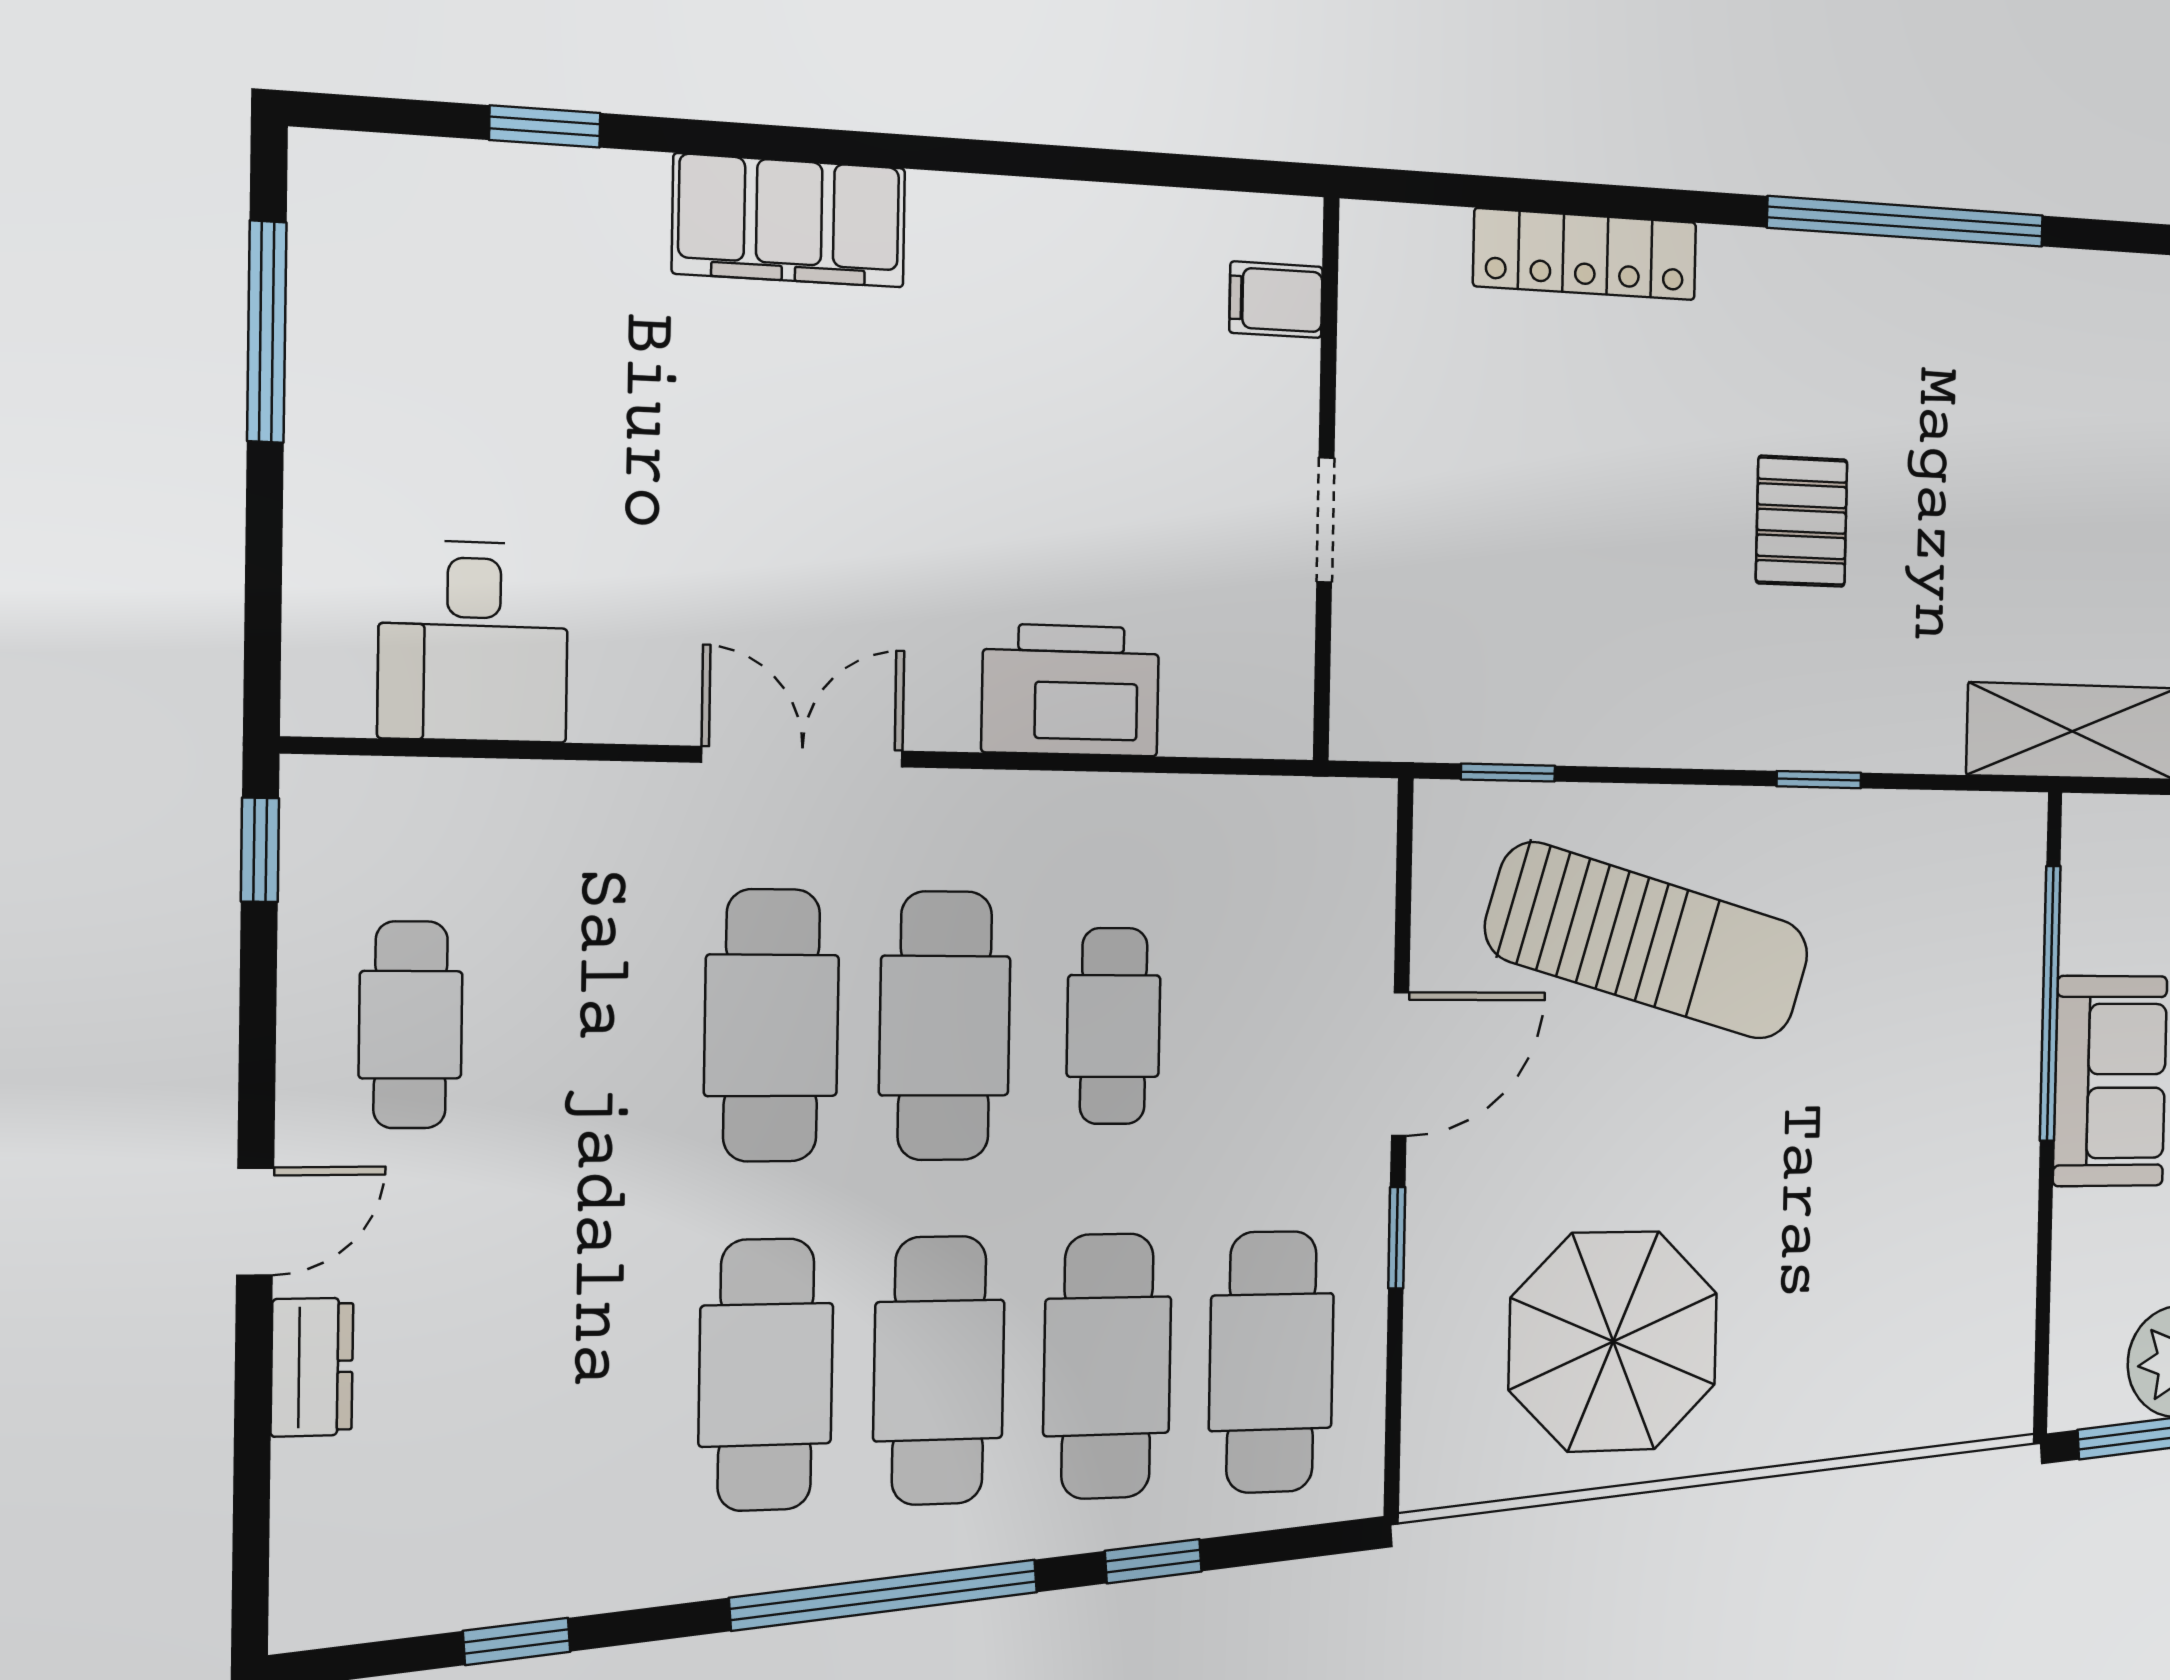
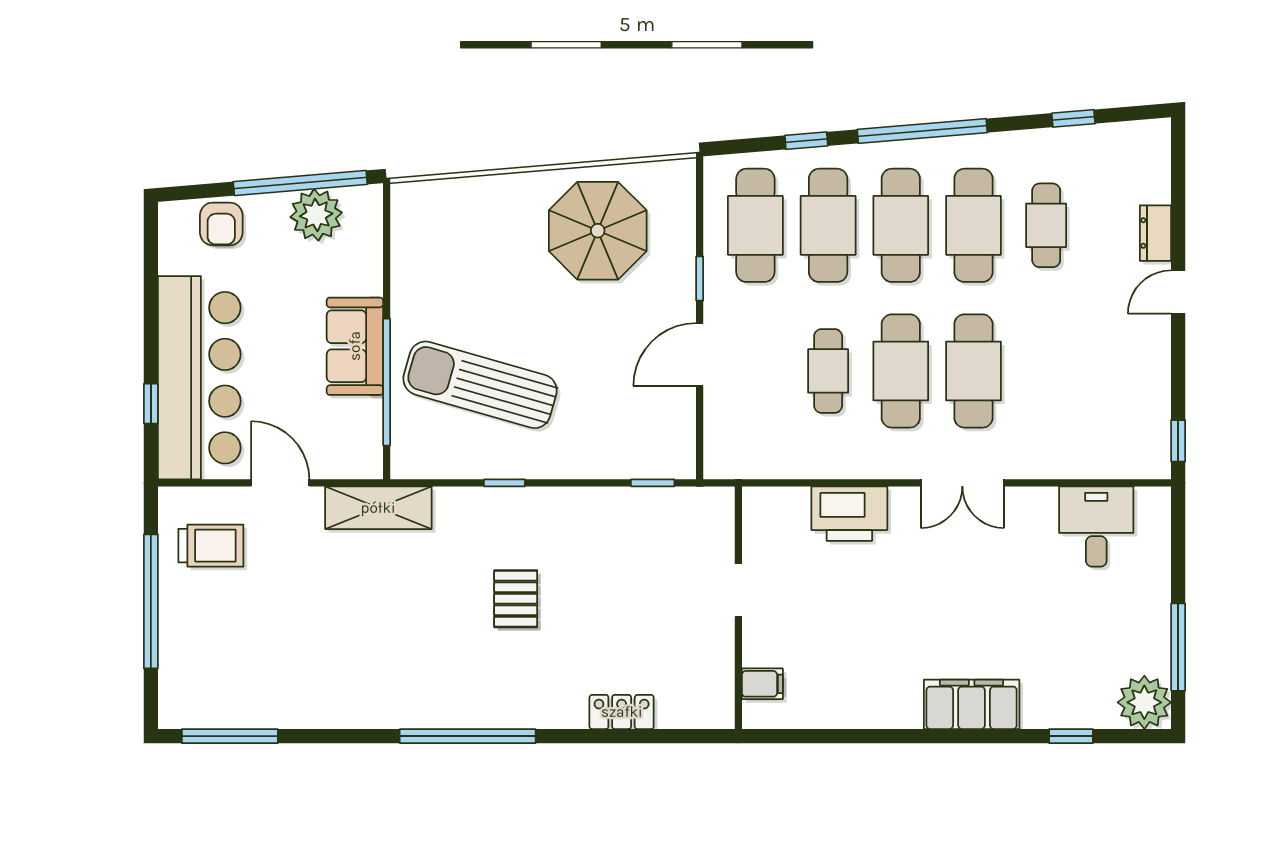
plant: (357, 198) -> (1144, 702), added
locker: (1585, 254) -> (622, 712), width x0.66
sun lounger: (1648, 941) -> (480, 385), moved
cafe table: (411, 1025) -> (1046, 225), moved

